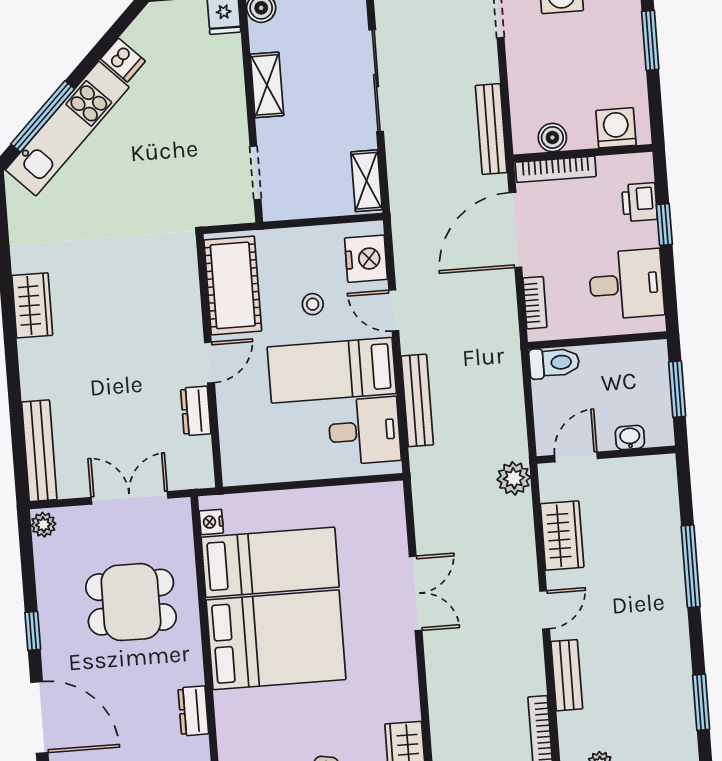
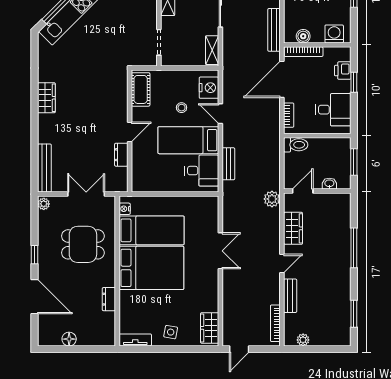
cot: (233, 285) -> (141, 89), width x0.73, depth x0.75
bench: (417, 400) -> (228, 164), width x0.73

